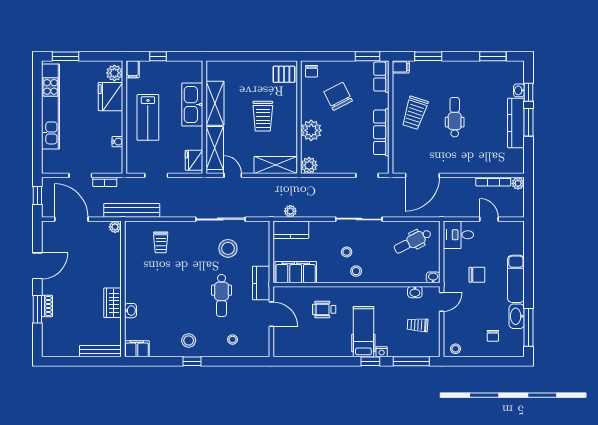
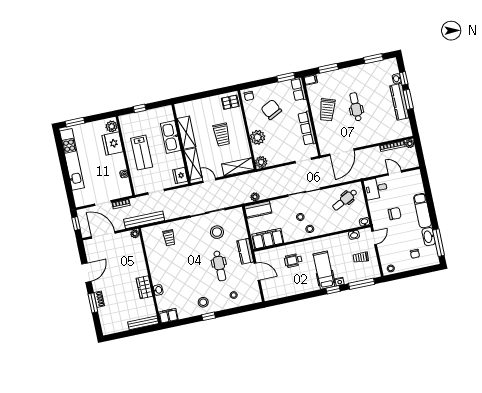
filing cabinet: (133, 69) -> (124, 121), removed

